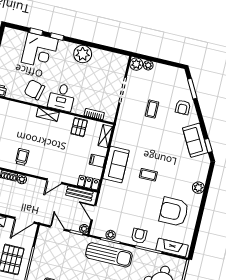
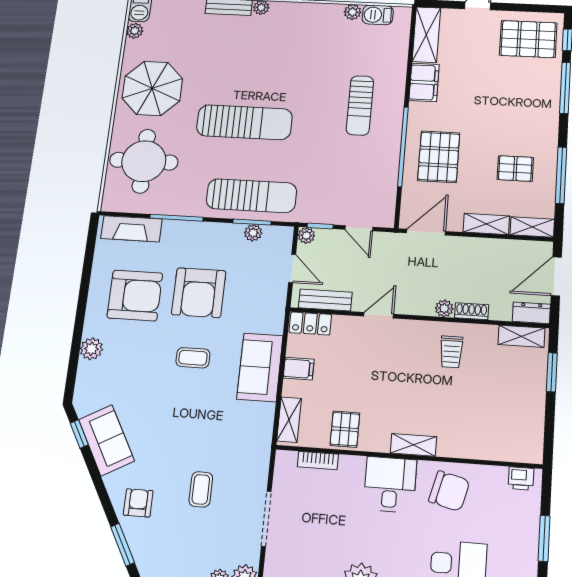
armchair: (139, 236) -> (199, 293), moved, width x1.88, depth x1.88
sun lounger: (109, 255) -> (251, 196), turned 180

